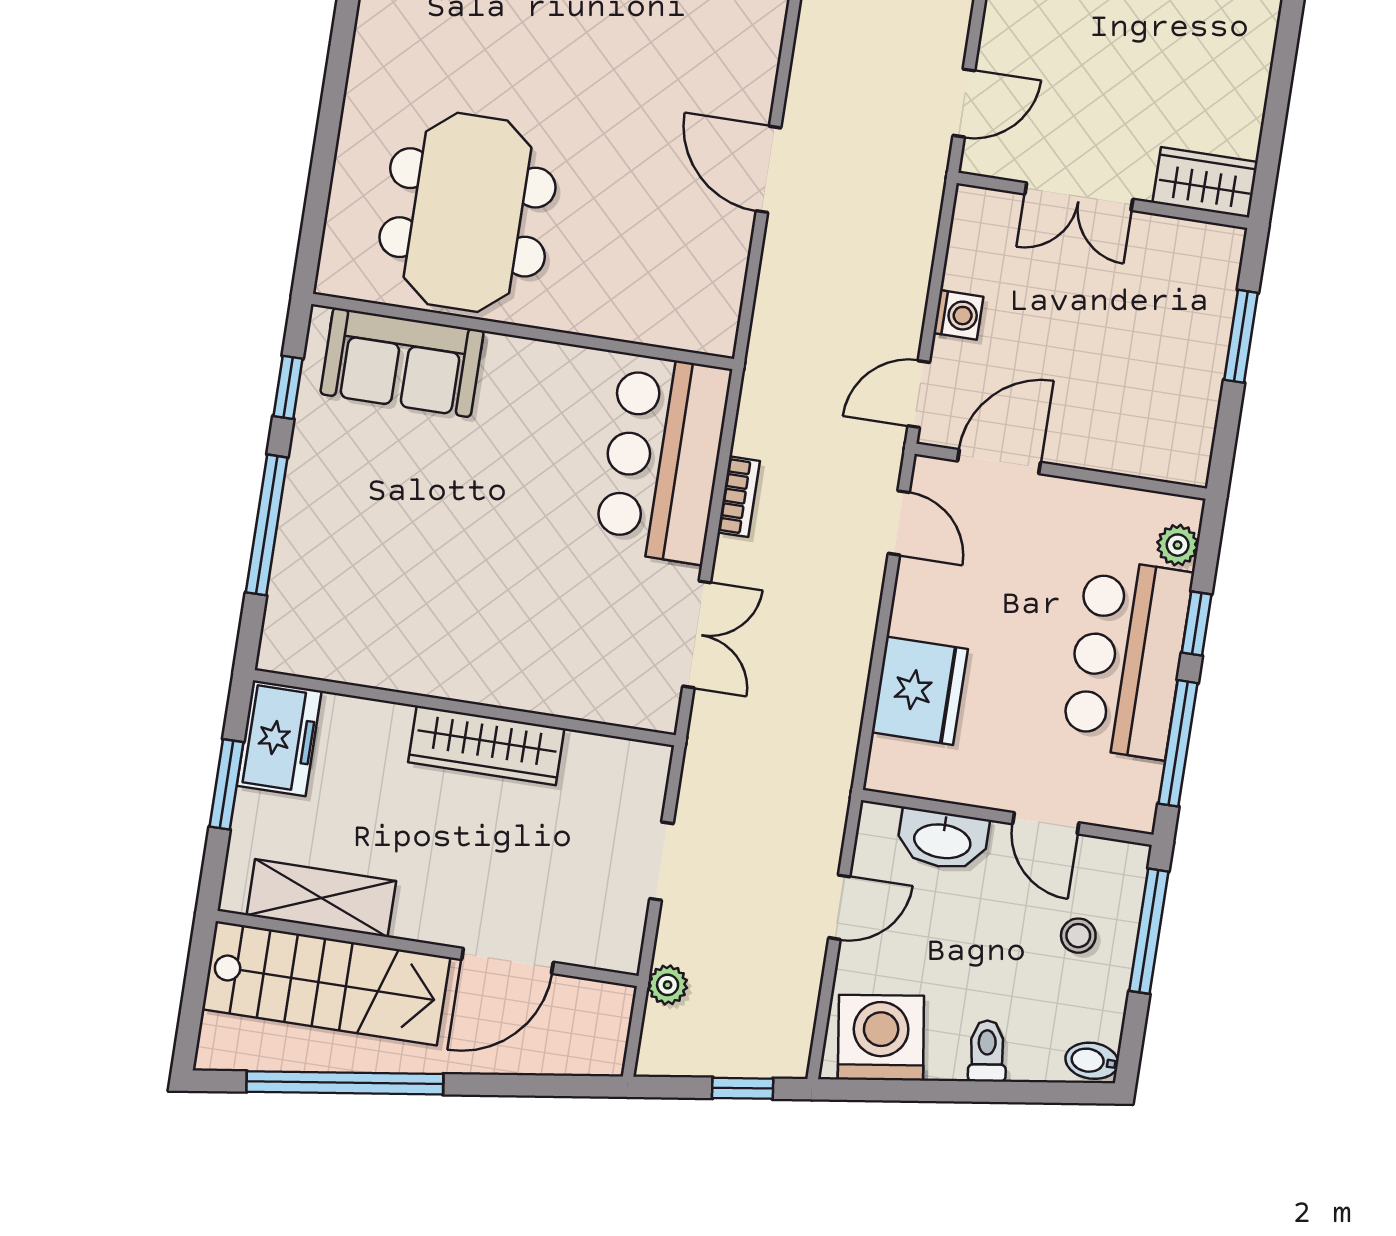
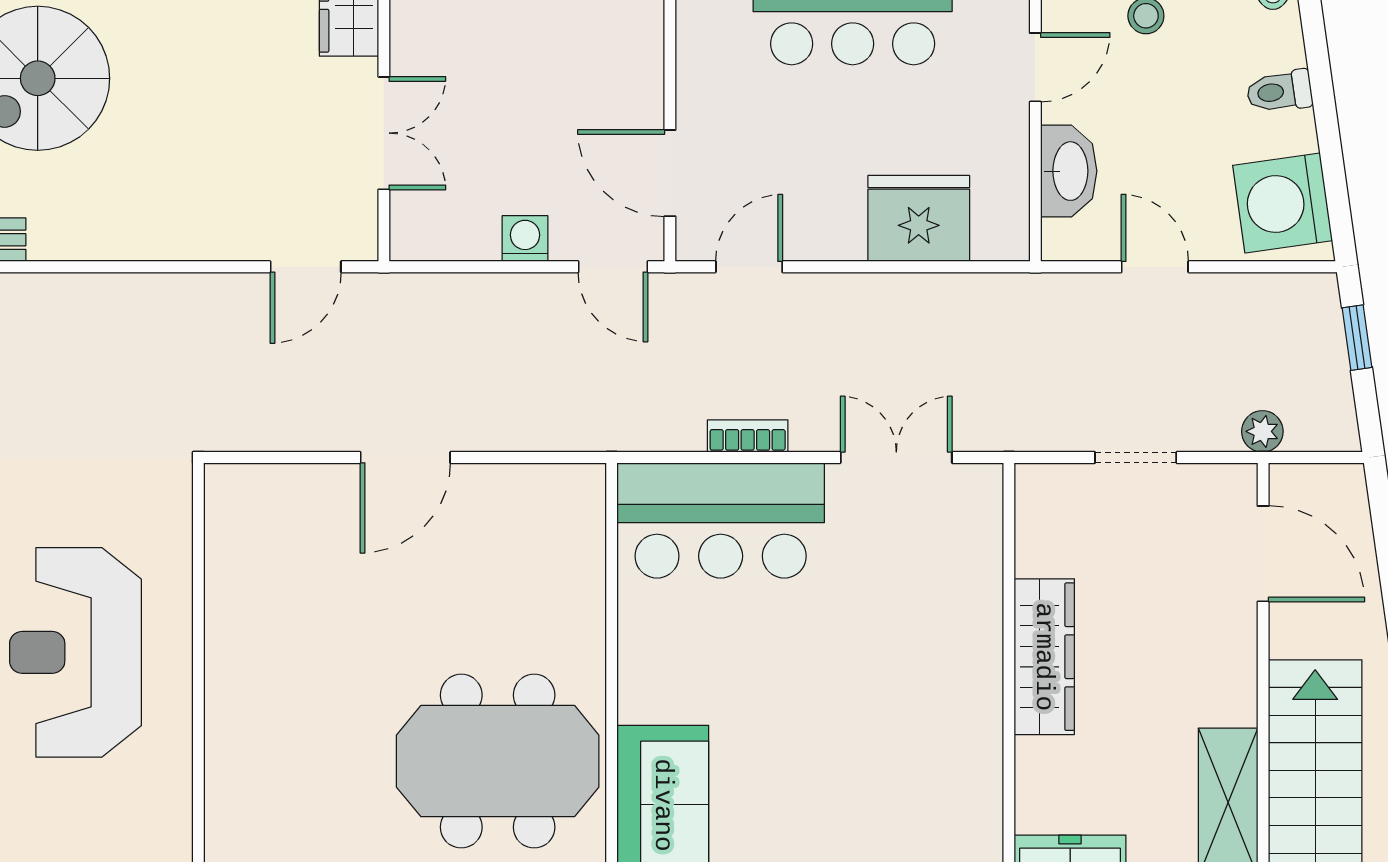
door: (964, 103) -> (306, 267), swing flipped
door: (507, 961) -> (1263, 554), moved

